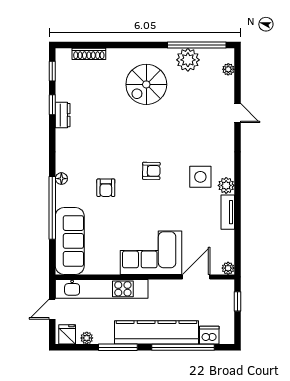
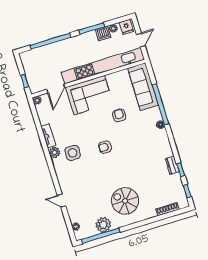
spiral stairs: (146, 84) -> (125, 201), turned -90
armchair: (106, 188) -> (119, 115), moved
kitchen unit: (102, 289) -> (103, 66), width x1.36
kitchen counter: (157, 332) -> (70, 46), removed
dishwasher: (209, 335) -> (103, 34), moved

